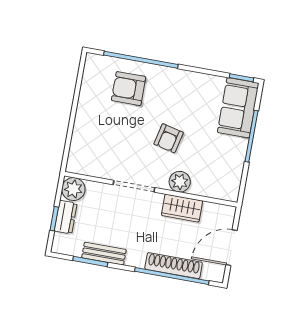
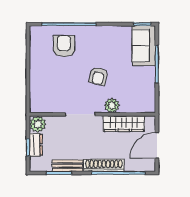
armchair: (129, 89) -> (64, 46), turned 90
wardrobe: (182, 208) -> (124, 124), width x1.50
shoe rack: (174, 266) -> (104, 165), moved

